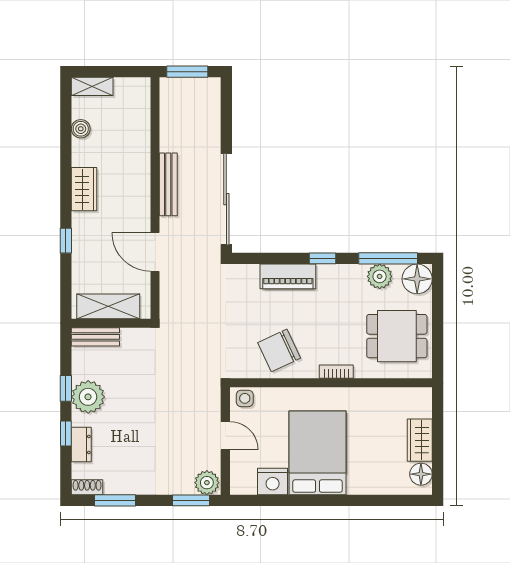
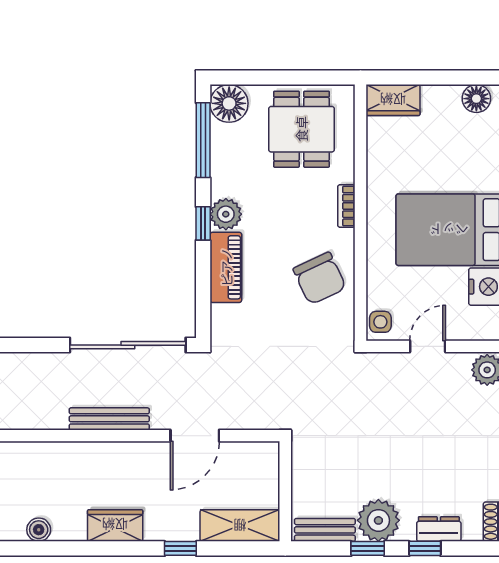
plant: (380, 276) -> (226, 214), moved
shelving: (108, 306) -> (240, 526), moved, turned 90
bench: (95, 337) -> (325, 530), moved, turned 90
wardrobe: (420, 440) -> (393, 100), moved

